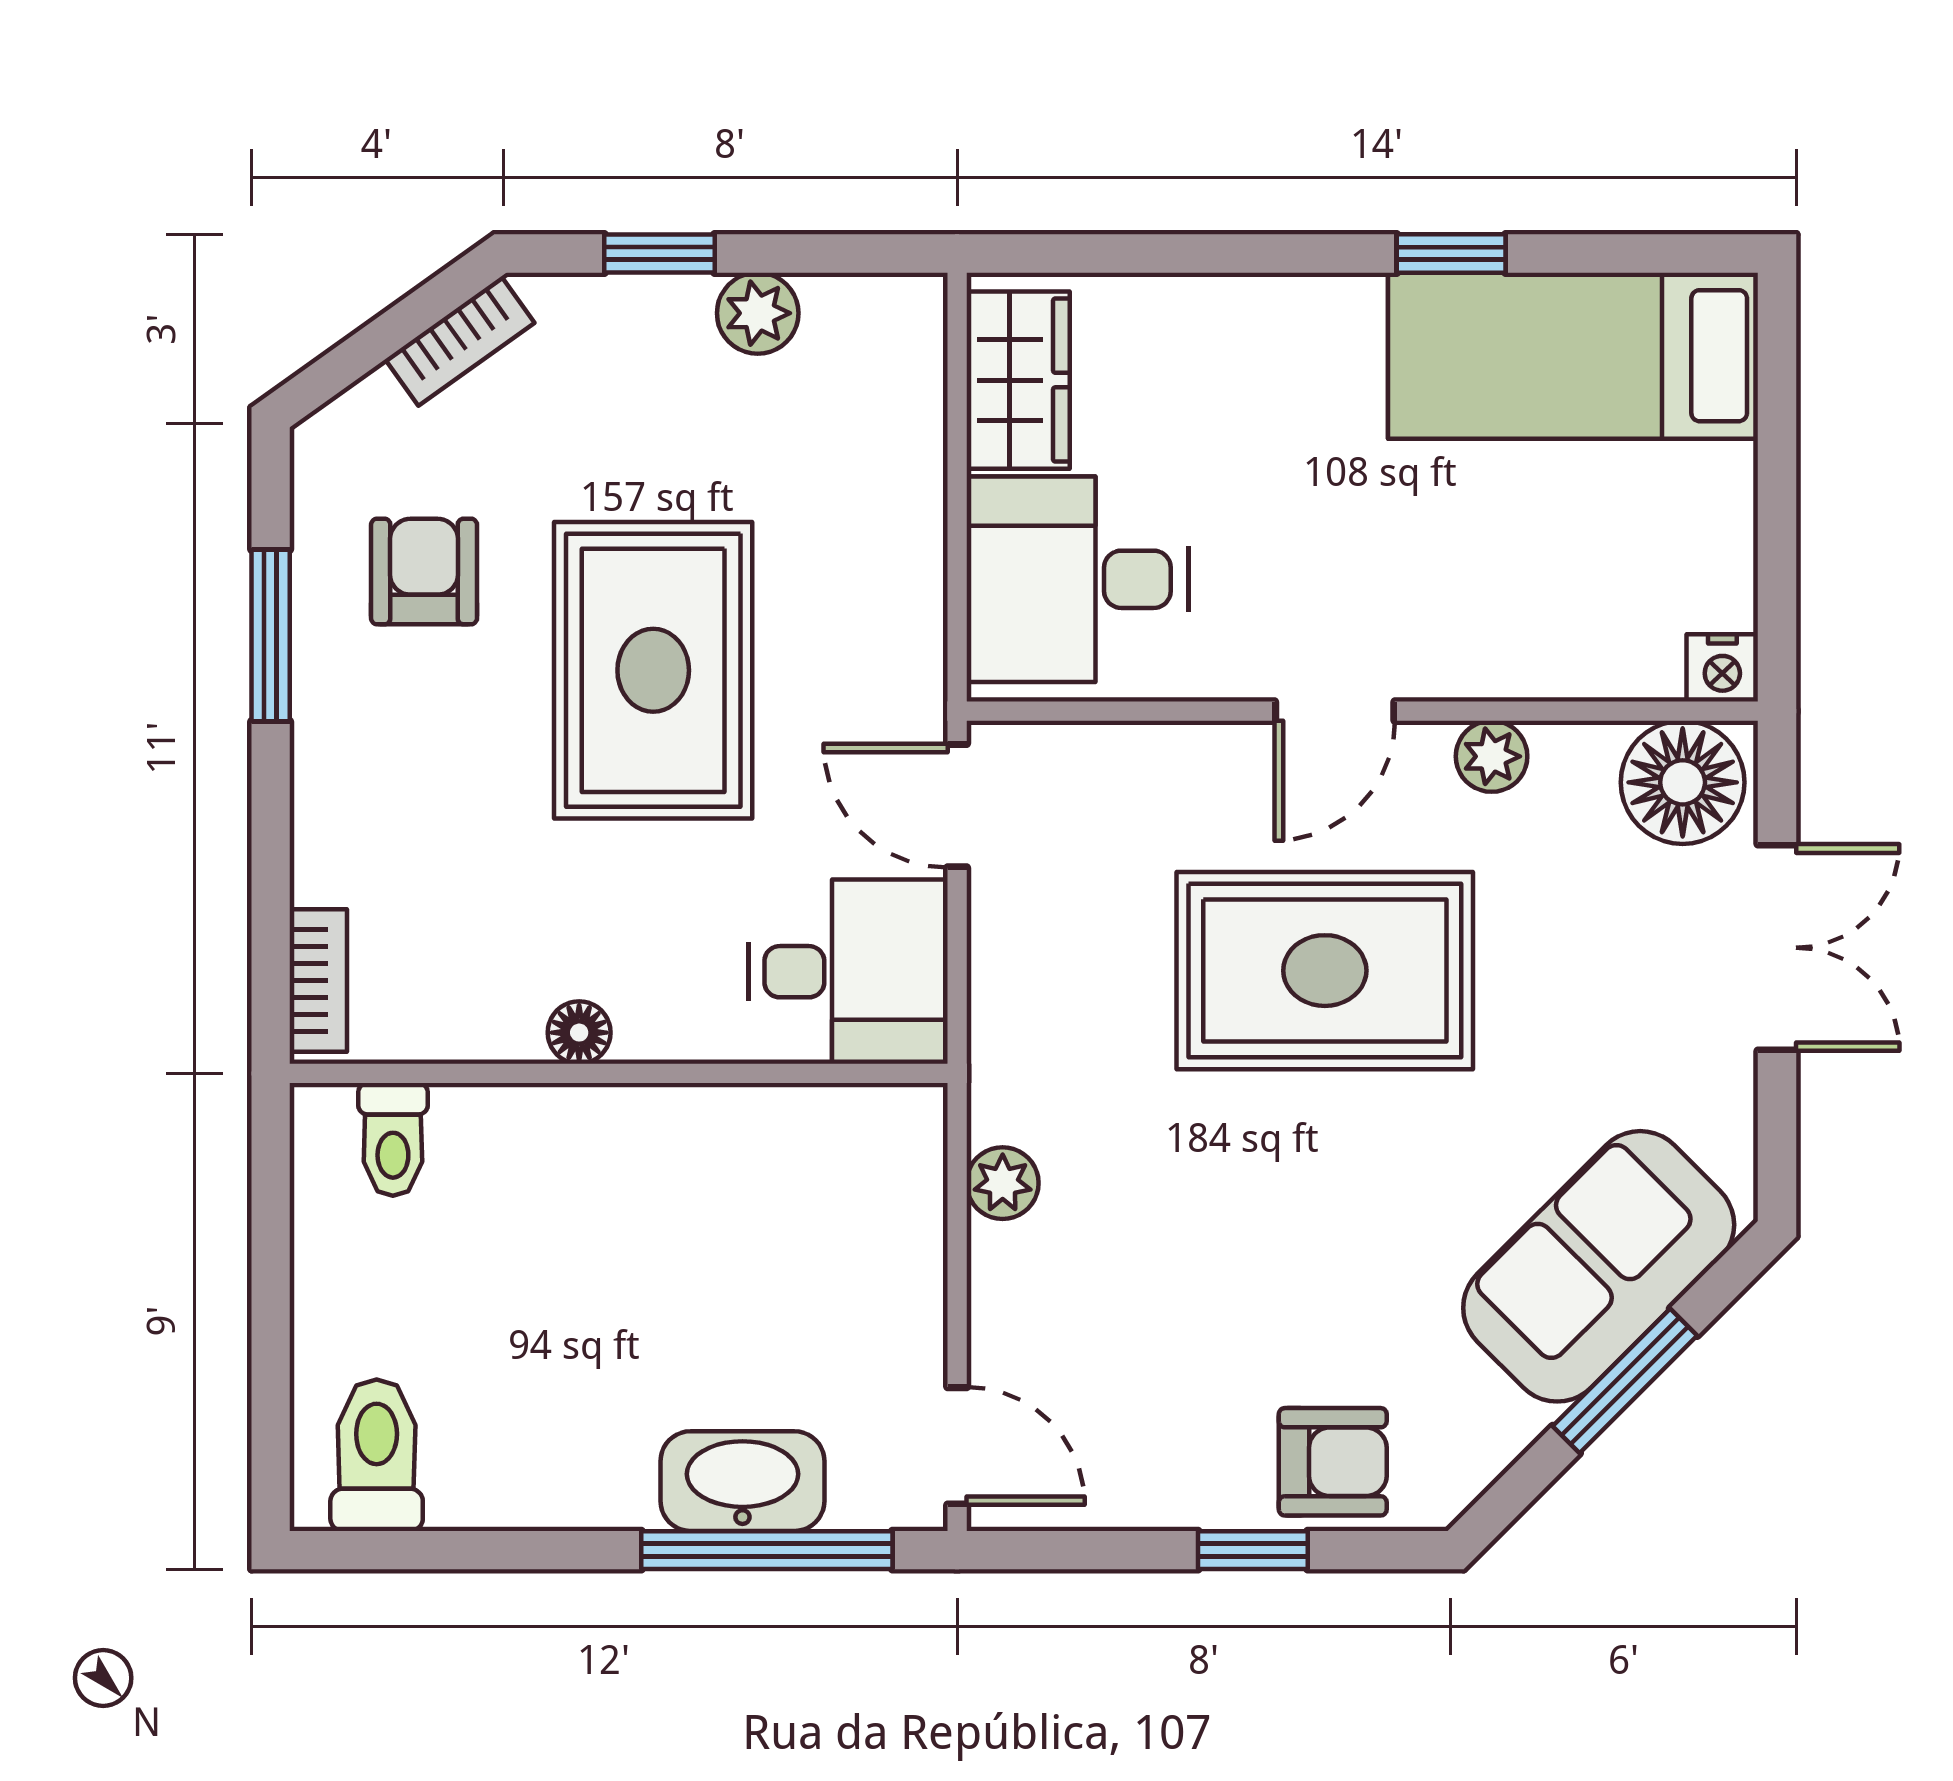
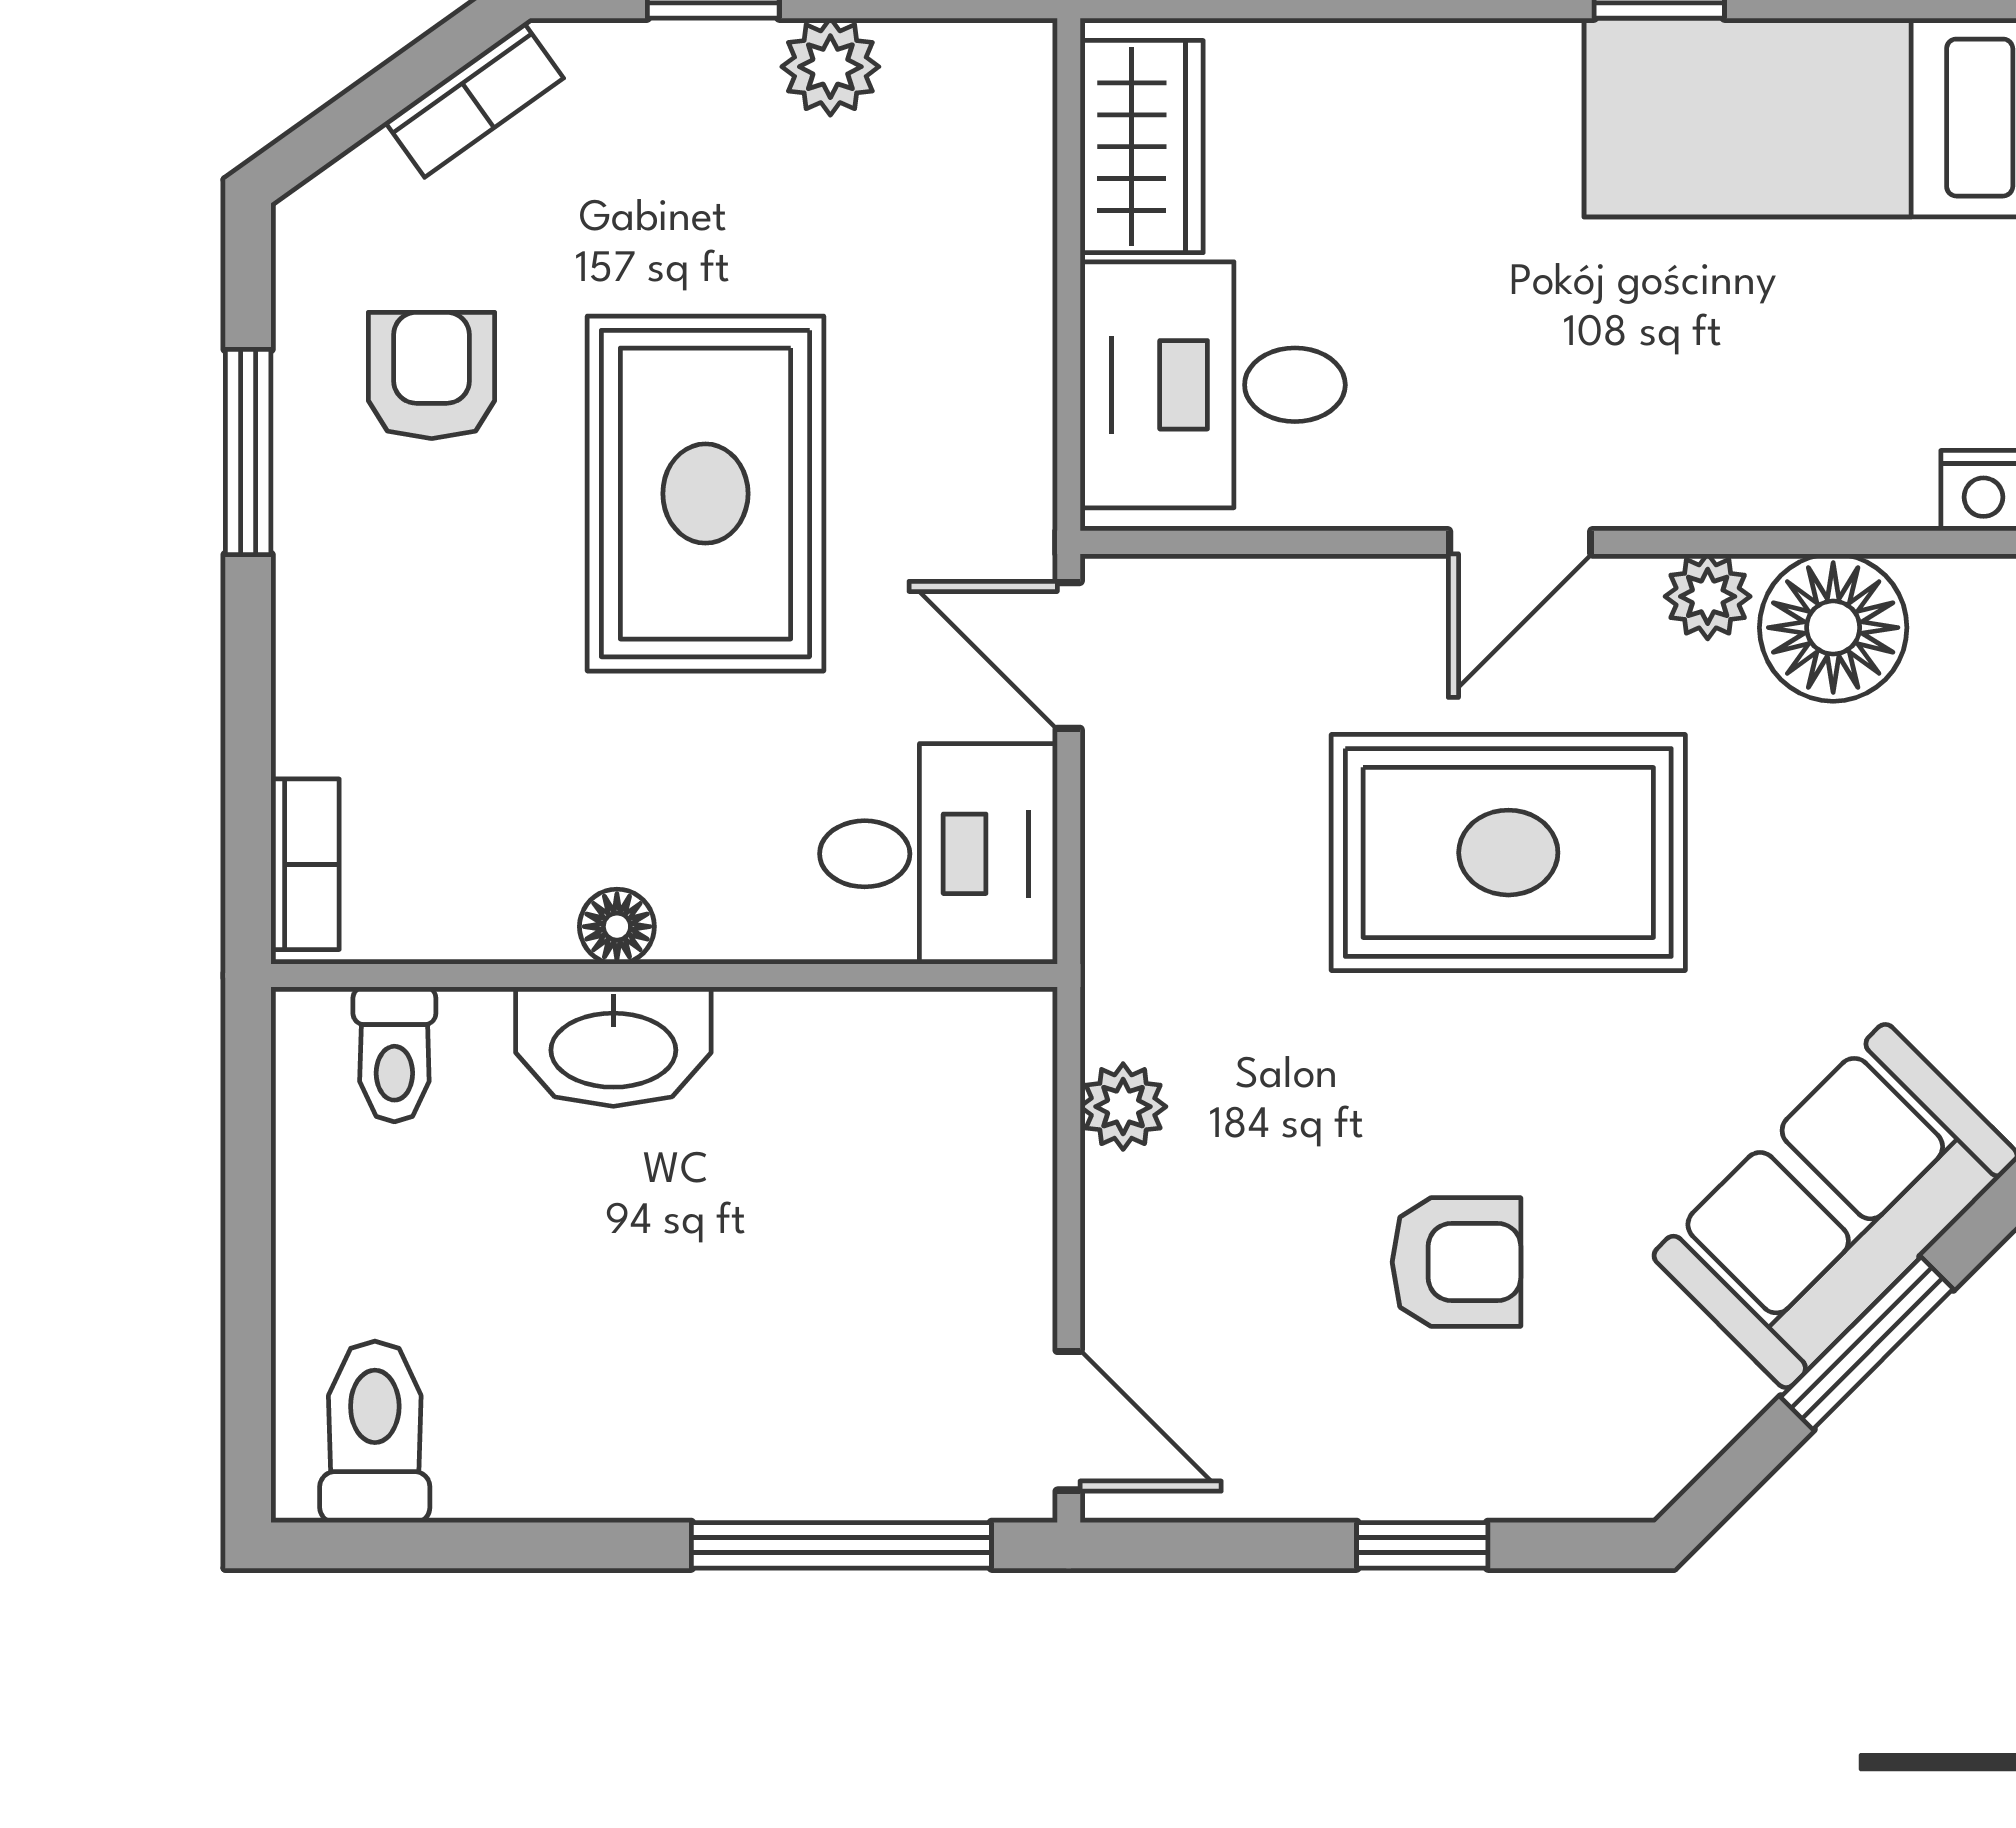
floor lamp: (1683, 782) -> (1833, 628), moved
armchair: (1333, 1462) -> (1456, 1262), moved
washbasin: (742, 1481) -> (613, 1047), moved, turned 180

